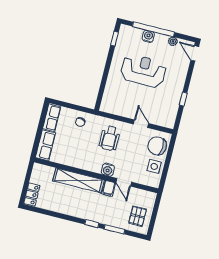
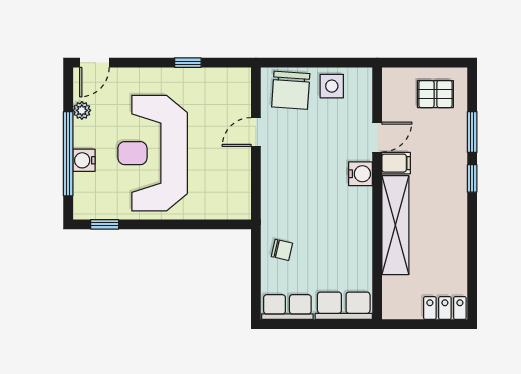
reception desk: (143, 71) -> (153, 153), width x1.36, depth x1.30
wheelchair: (110, 138) -> (299, 186), removed

